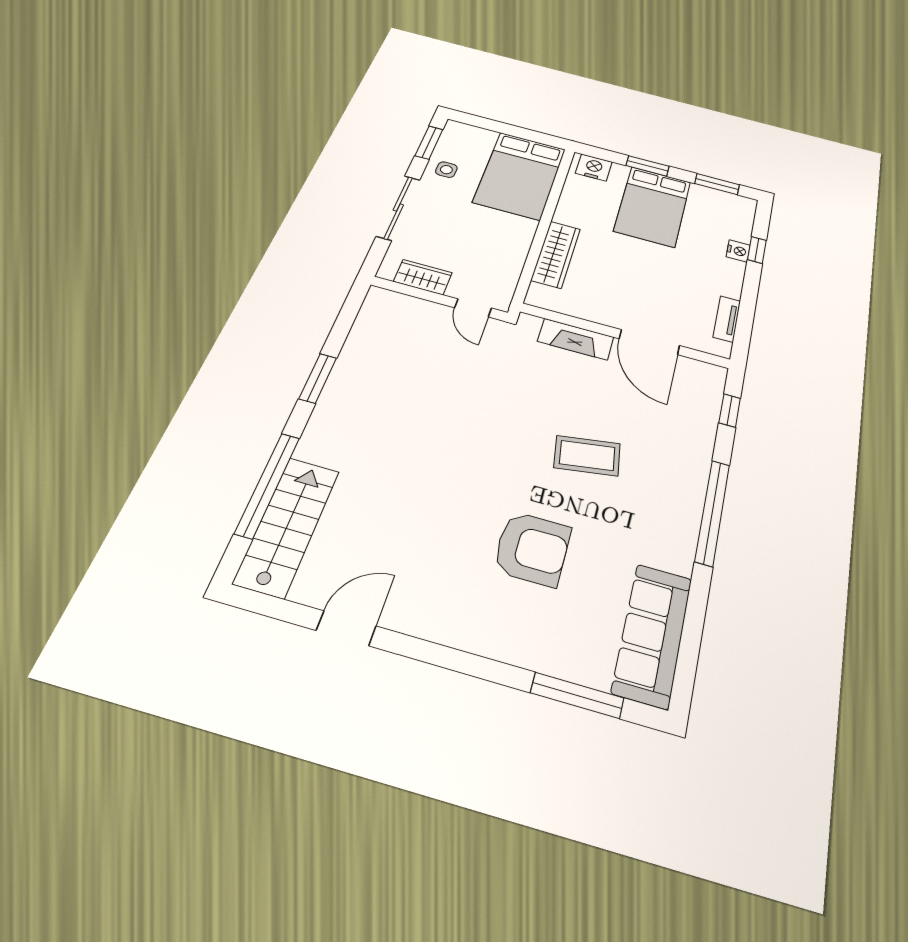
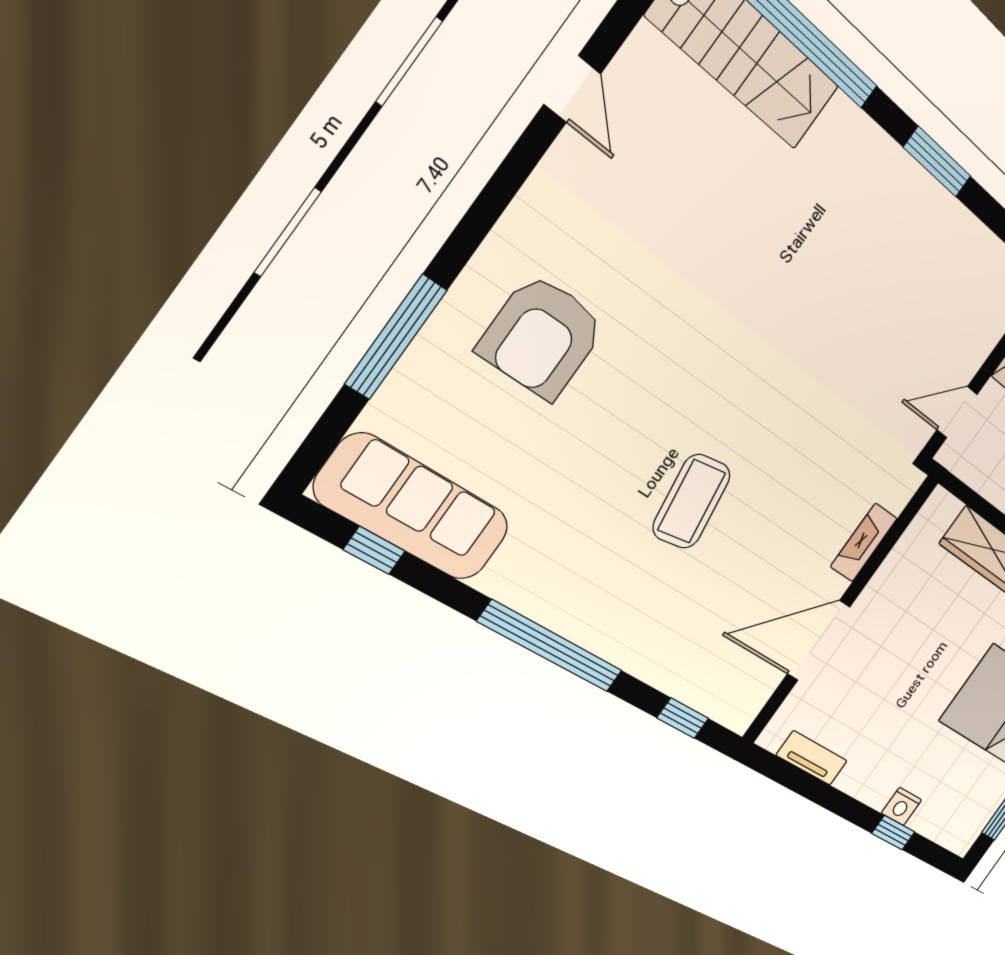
fireplace: (576, 339) -> (864, 542), width x0.73, depth x0.76
armchair: (532, 549) -> (542, 337), moved
door: (346, 628) -> (572, 89), width x0.73
window: (689, 650) -> (374, 550), added
window: (577, 695) -> (396, 337), moved

